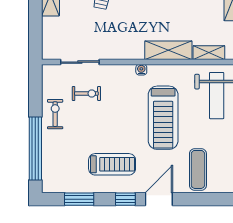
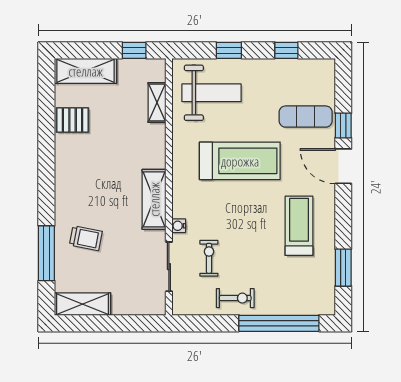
shelving: (168, 50) -> (154, 199), moved
water cooler: (141, 70) -> (179, 226), moved
exercise bike: (55, 114) -> (235, 298), turned 180
window: (125, 199) -> (343, 125), moved

